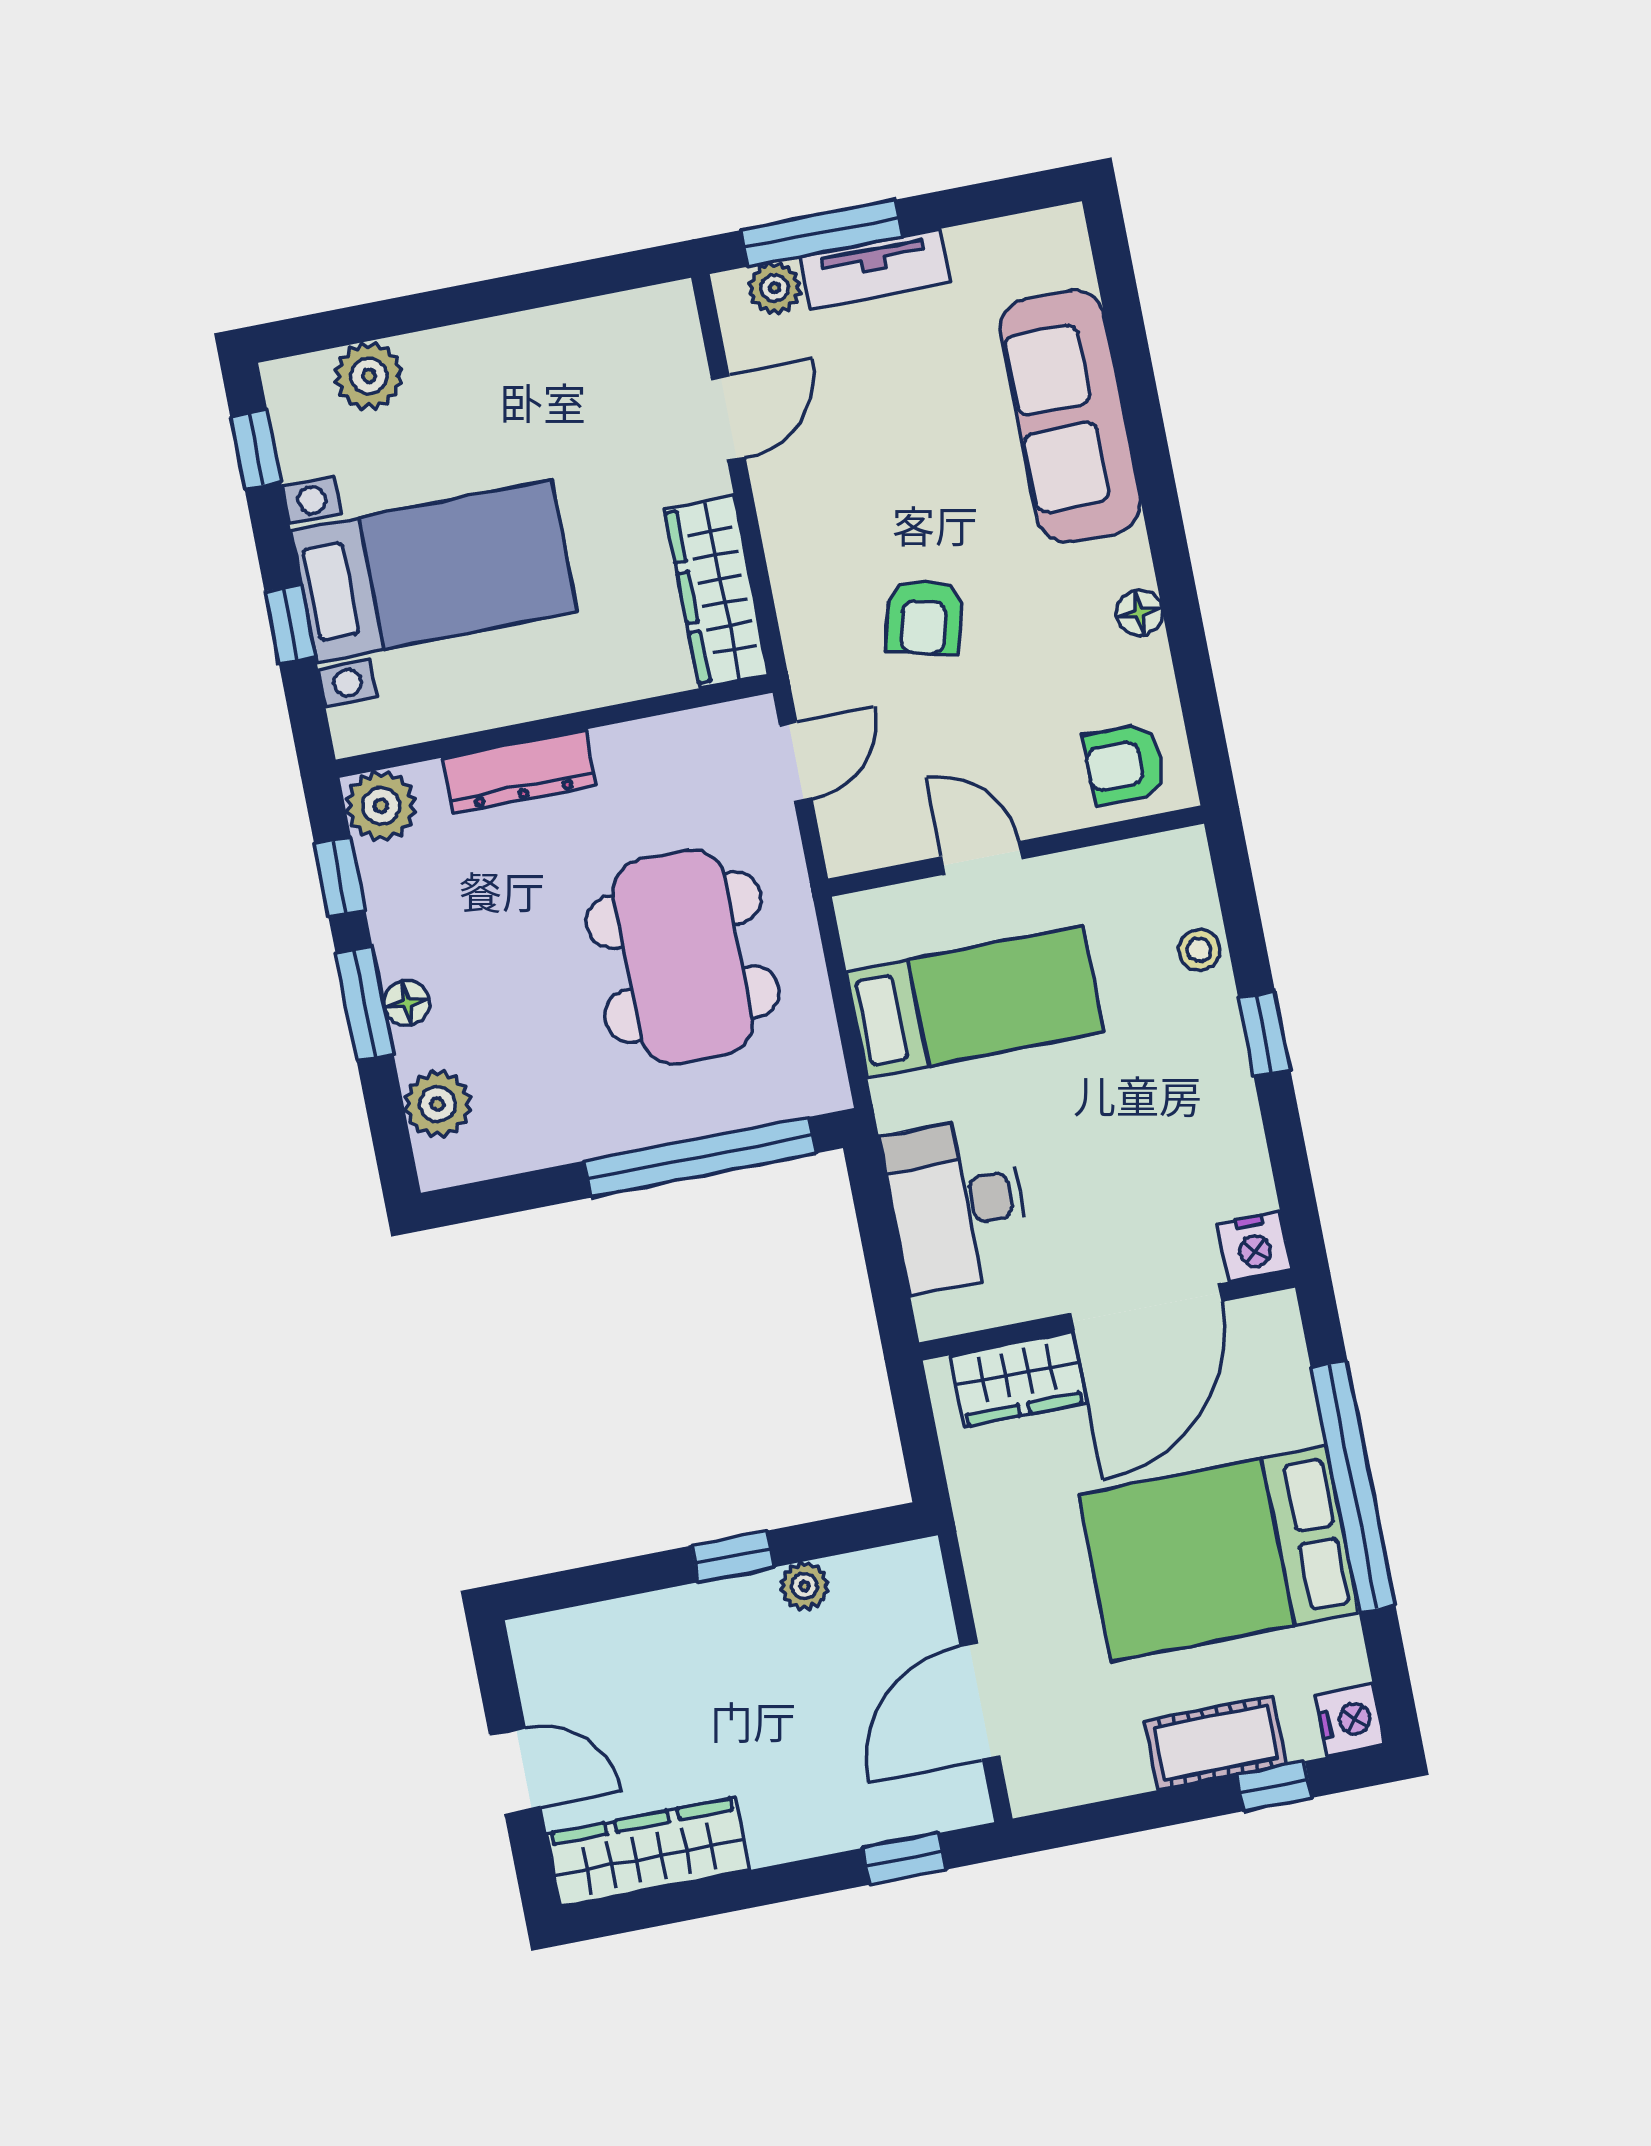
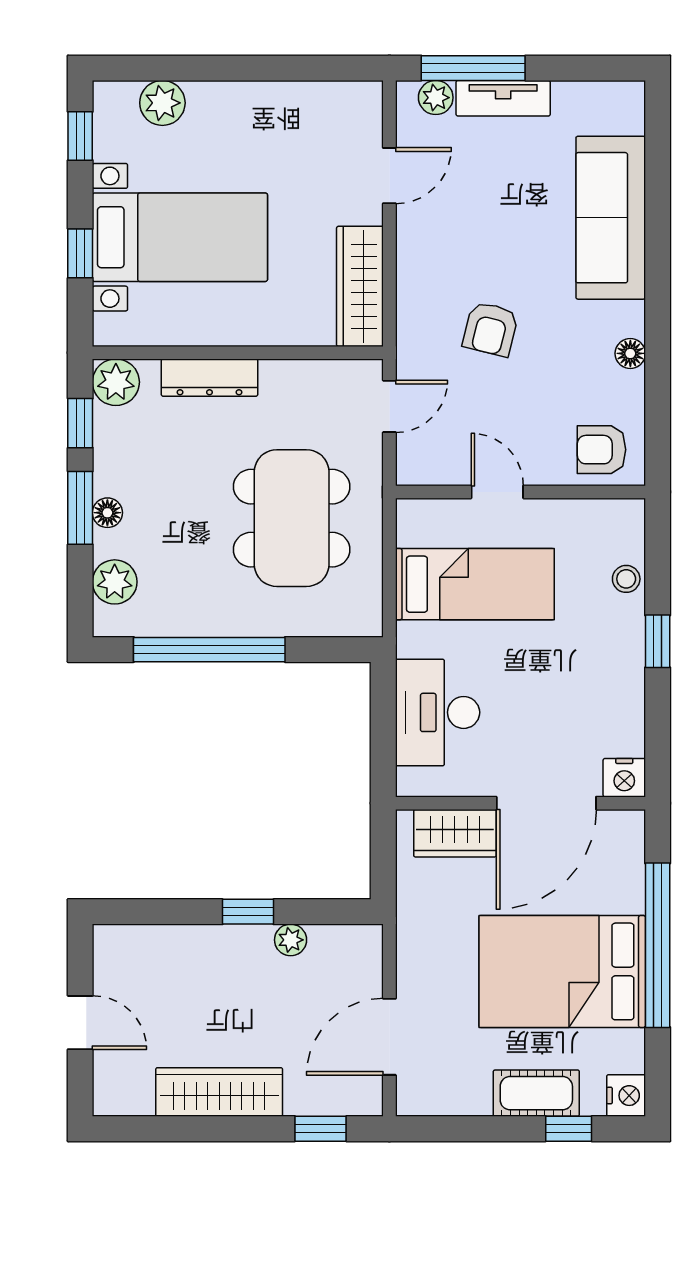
window: (700, 1157) -> (209, 650), moved
wardrobe: (648, 1852) -> (219, 1092), moved

